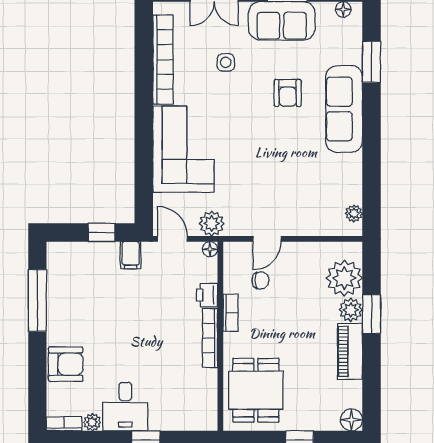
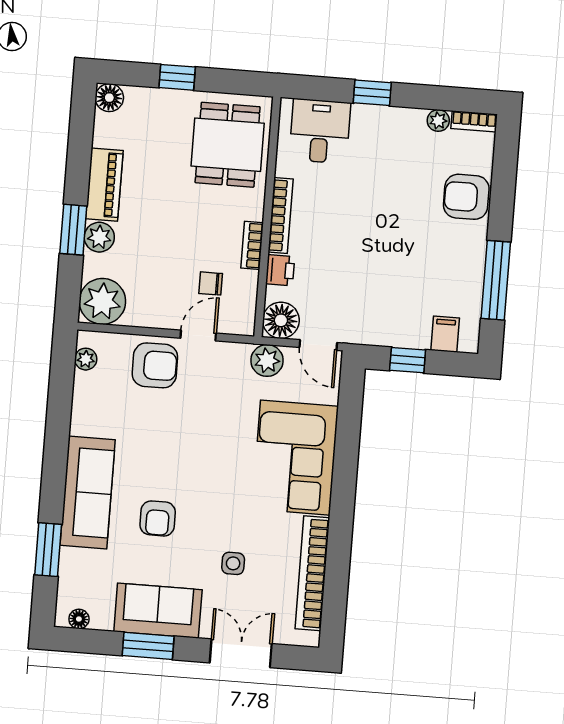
armchair: (288, 93) -> (158, 518), turned 180
armchair: (299, 213) -> (155, 365), added
floor lamp: (210, 249) -> (281, 320), width x1.89, depth x1.89
filing cabinet: (131, 255) -> (445, 334), moved
plant: (344, 278) -> (102, 301), moved
desk: (125, 407) -> (320, 131), moved

